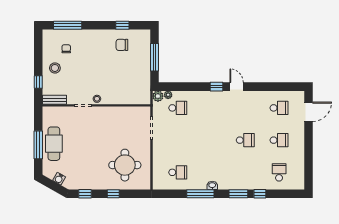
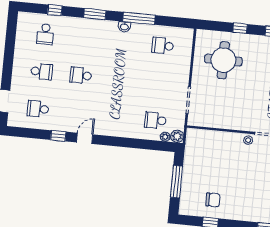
window: (217, 87) -> (58, 136), moved
door: (237, 87) -> (85, 138), swing flipped
school desk: (279, 140) -> (42, 72), turned 180
window: (260, 194) -> (55, 10), moved

